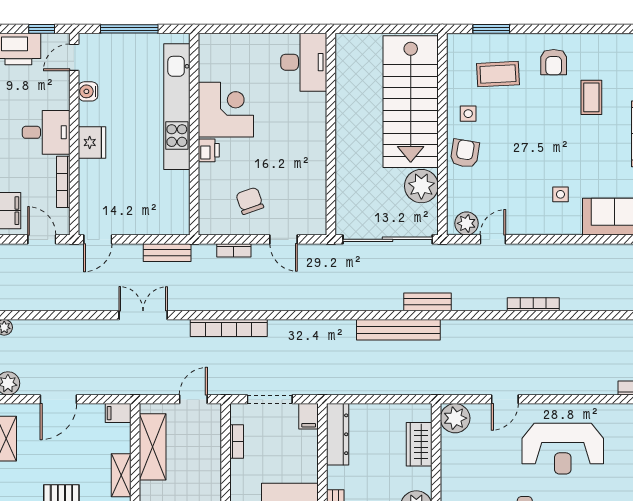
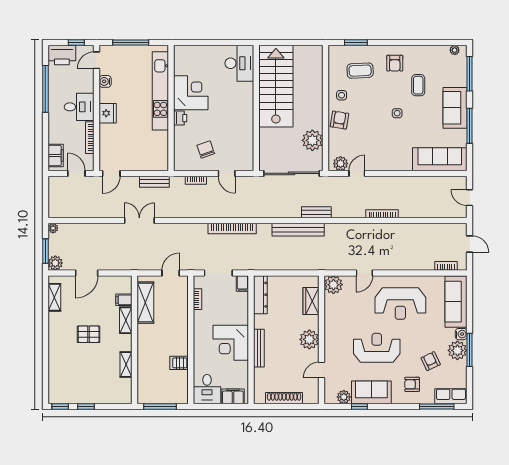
stairs: (411, 102) -> (276, 86), moved, turned 180
side table: (560, 194) -> (397, 113), moved
bookcase: (229, 328) -> (232, 229), moved
filing cabinet: (118, 413) -> (124, 300), moved

